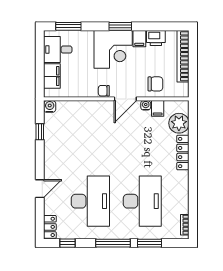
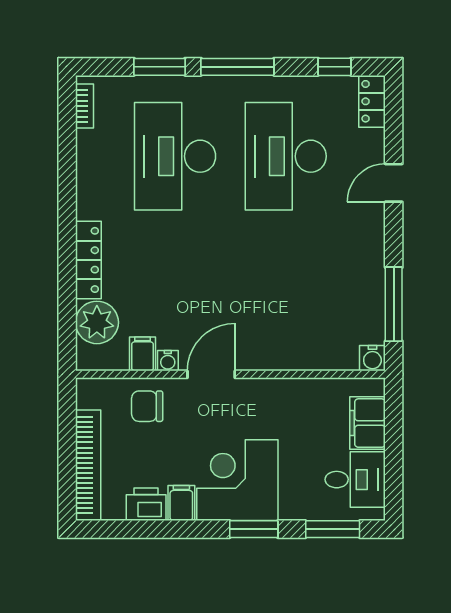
window: (120, 26) -> (254, 529), moved
chair: (104, 91) -> (257, 392), removed
window: (40, 132) -> (394, 304), width x2.17

